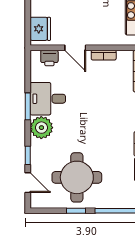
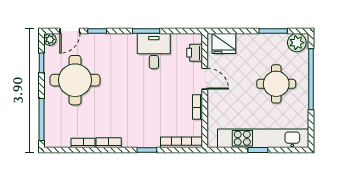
door: (75, 48) -> (205, 79), swing flipped
plant: (41, 128) -> (50, 39), moved, width x0.53, depth x0.53
window: (76, 211) -> (42, 63), moved

